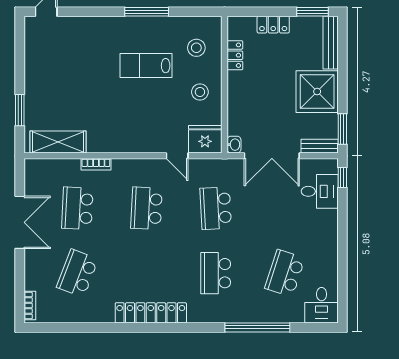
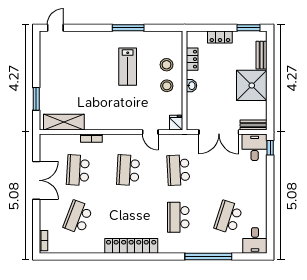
bench: (331, 43) -> (262, 55), width x0.73
stool: (196, 48) -> (167, 65), moved
lab bench: (146, 66) -> (128, 67), turned -90
window: (342, 129) -> (270, 113), removed
fridge: (205, 139) -> (176, 123), width x0.53, depth x0.75
washbasin: (234, 145) -> (192, 86), moved
desk: (320, 191) -> (255, 147), moved, turned -90

